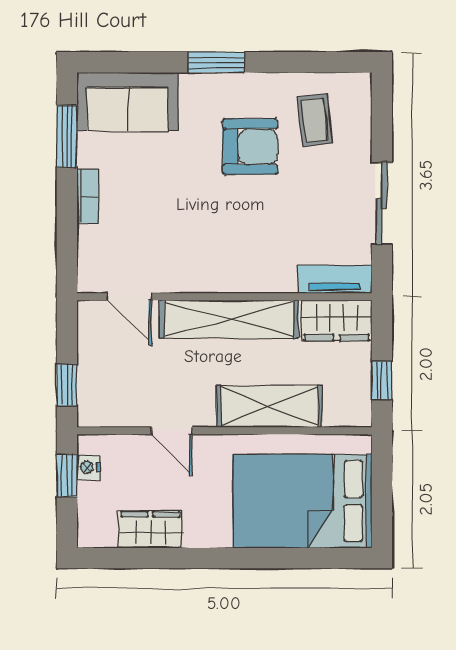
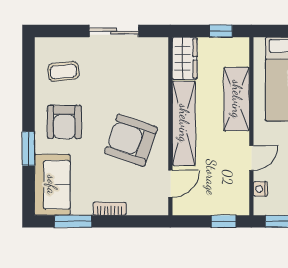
window: (216, 62) -> (28, 149), moved
armchair: (250, 147) -> (64, 122), moved, turned 180
armchair: (201, 232) -> (131, 140), added
tv unit: (335, 279) -> (160, 59), removed
nightstand: (89, 467) -> (260, 189), moved, turned 90

